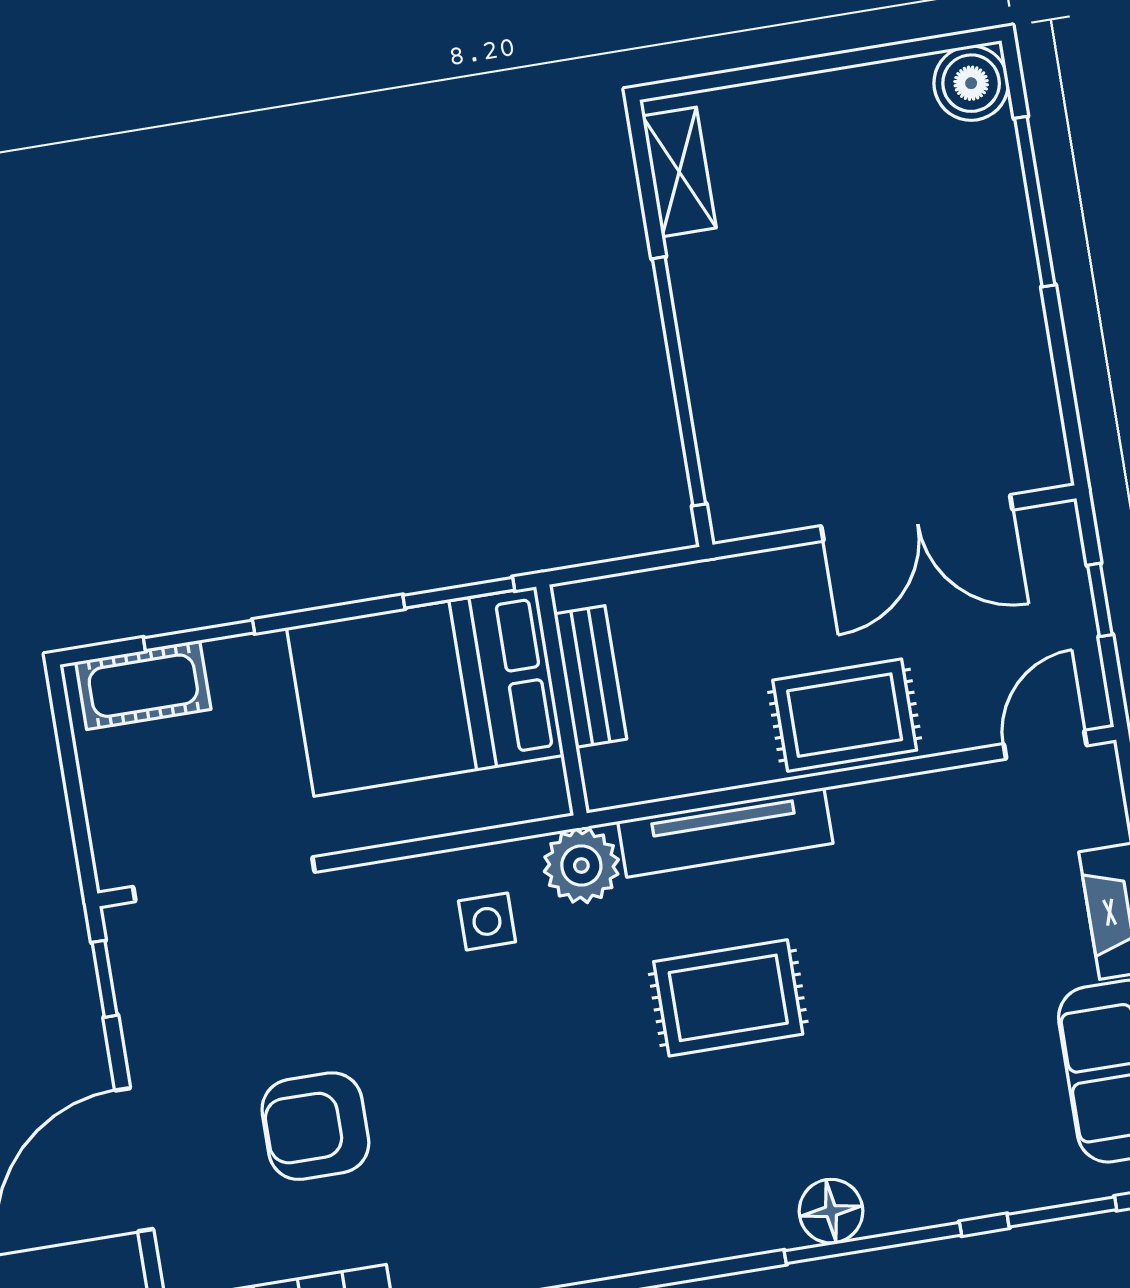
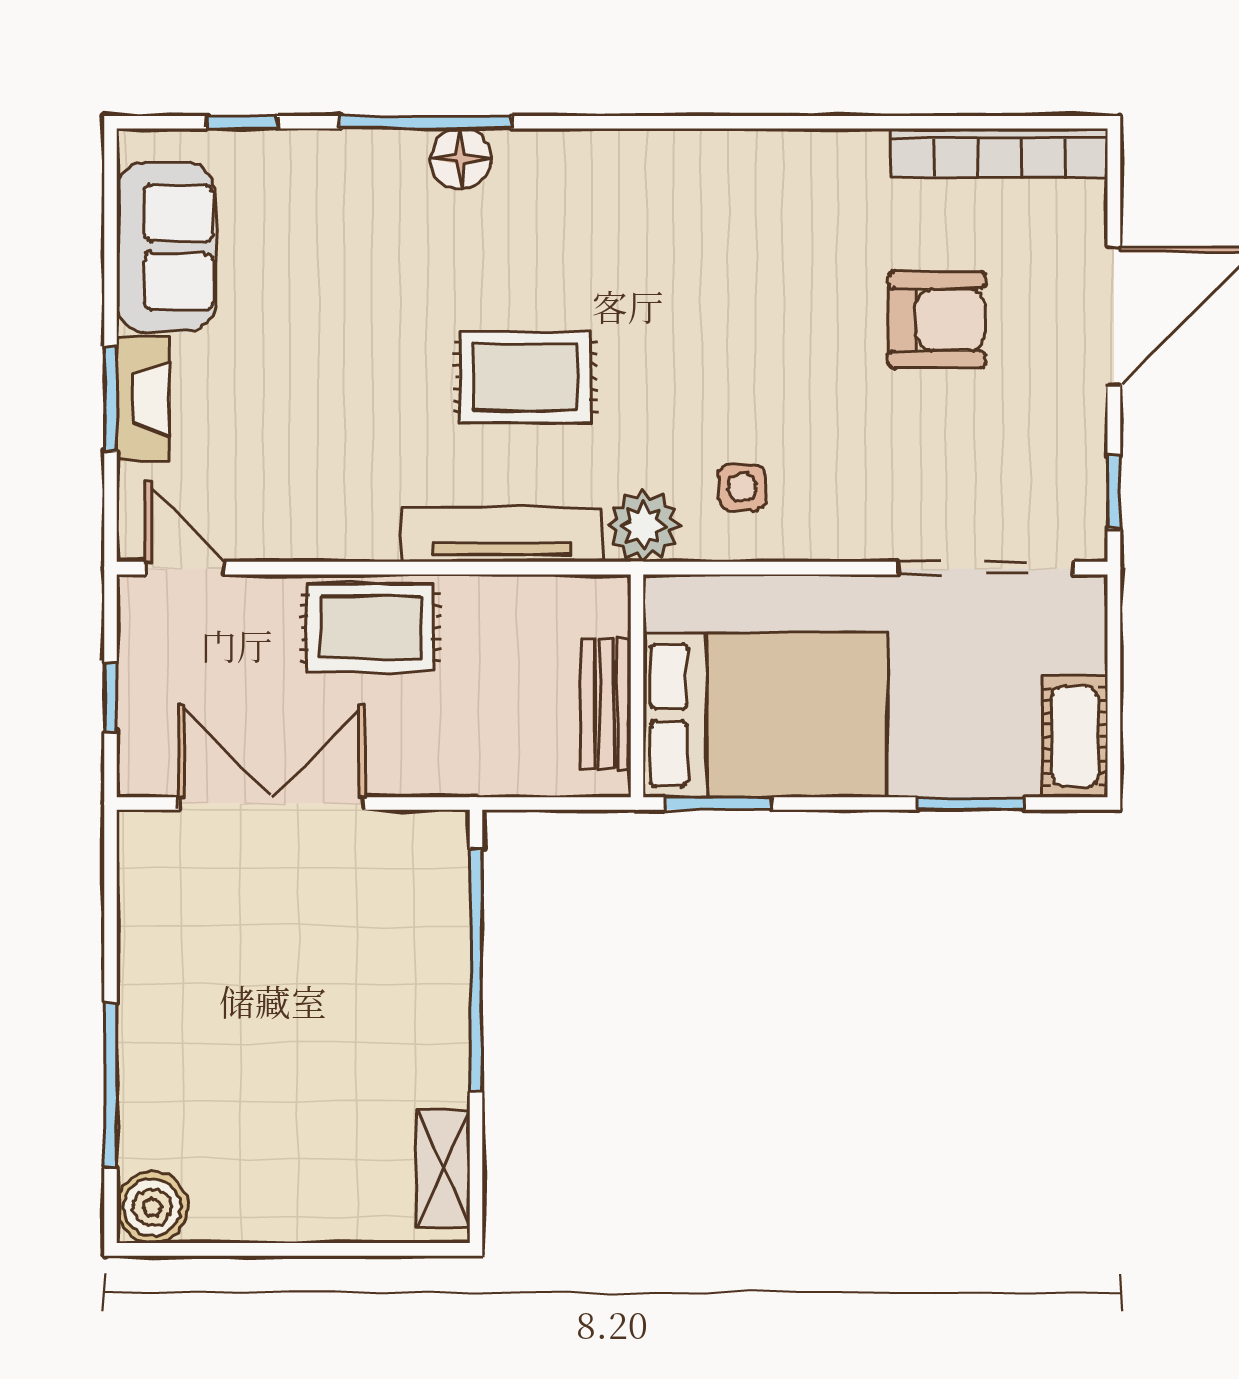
cot: (143, 686) -> (1075, 737), moved, turned 90
door: (1045, 745) -> (185, 568), swing flipped
window: (1062, 1212) -> (242, 122), width x0.67

